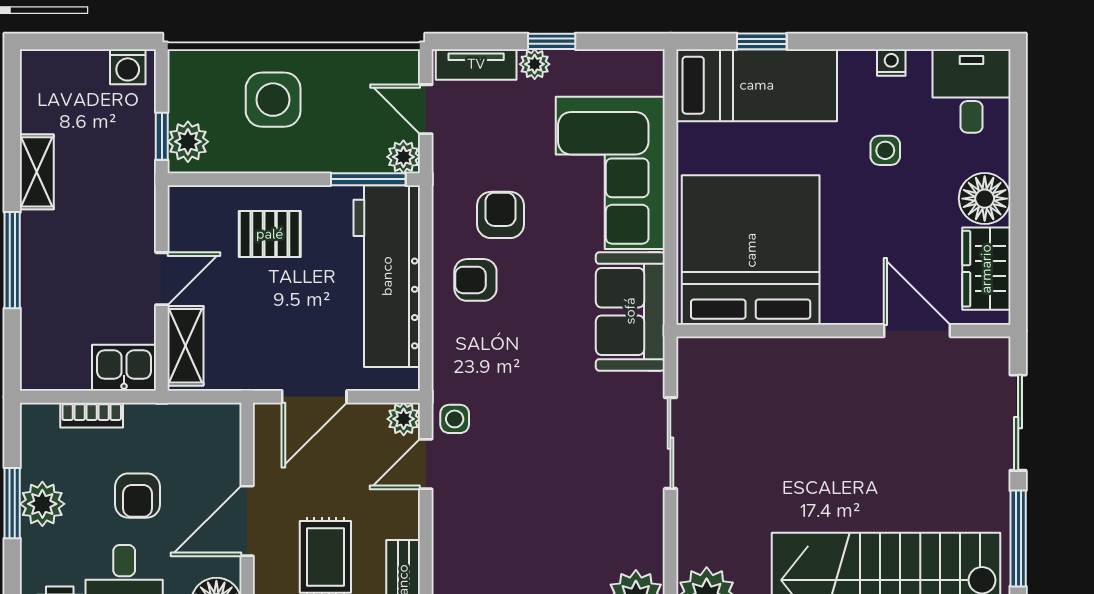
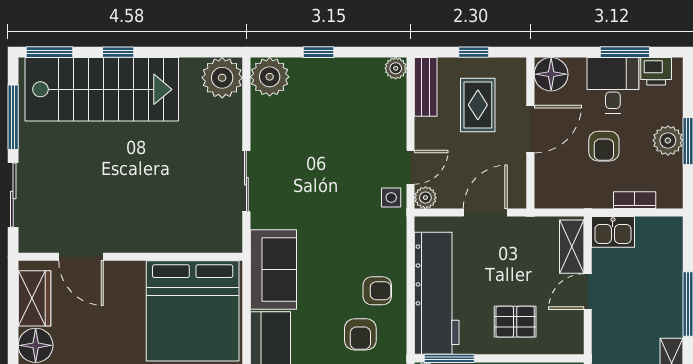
armchair: (138, 496) -> (604, 146), turned 180

